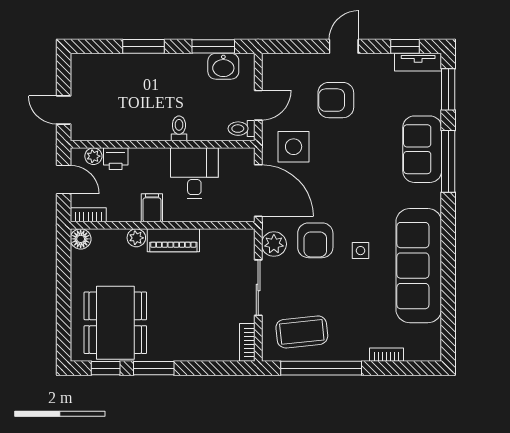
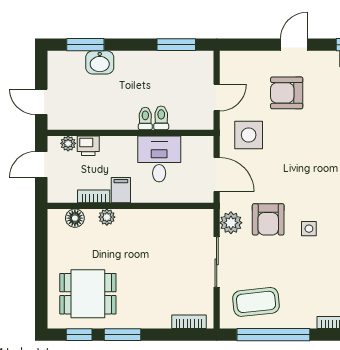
window: (143, 46) -> (85, 45), moved
washbasin: (223, 66) -> (100, 62), moved
toilet: (242, 129) -> (161, 118), moved, turned 90
door: (64, 179) -> (41, 165), swing flipped
door: (258, 191) -> (217, 174), width x0.73
bookcase: (88, 215) -> (94, 196), moved
floor lamp: (81, 239) -> (75, 218), moved
piano: (173, 240) -> (140, 219), removed
dining table: (115, 323) -> (88, 294), width x0.73
bookcase: (247, 342) -> (189, 322), moved, turned 90

